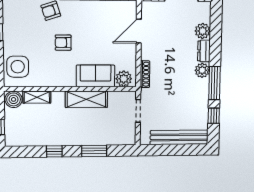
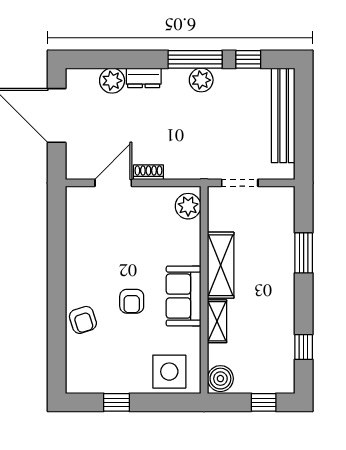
door: (139, 31) -> (113, 183), swing flipped
plant: (202, 70) -> (201, 80), moved
shoe rack: (145, 74) -> (148, 172), moved, width x0.70
sofa: (96, 76) -> (184, 296), moved
shelving: (37, 97) -> (217, 321), moved
window: (54, 151) -> (304, 347), moved

